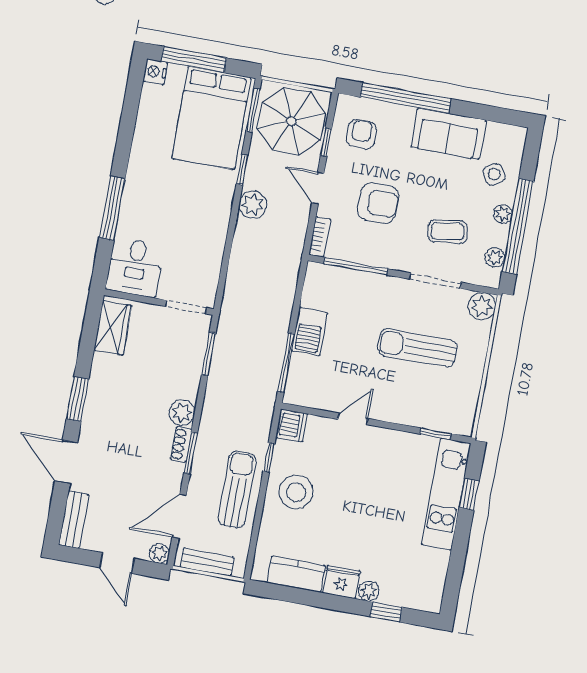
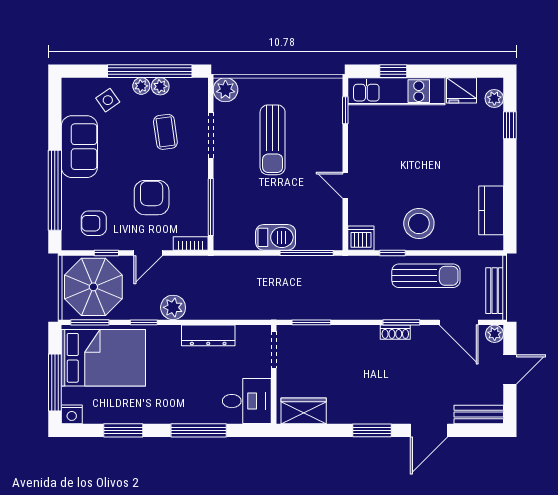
window: (127, 125) -> (123, 430), added
dresser: (215, 238) -> (208, 335), added
plant: (495, 258) -> (160, 86), moved
plant: (182, 413) -> (367, 337), removed
sun lounger: (237, 489) -> (426, 276), turned 180
fridge: (341, 582) -> (461, 90), moved, turned -90
plant: (369, 591) -> (494, 98), moved

